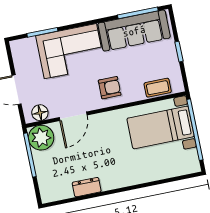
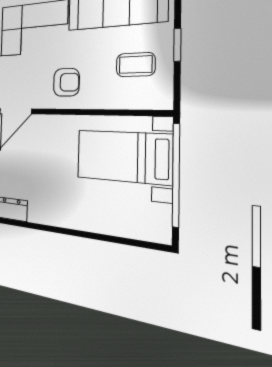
coffee table: (158, 88) -> (136, 65), moved

